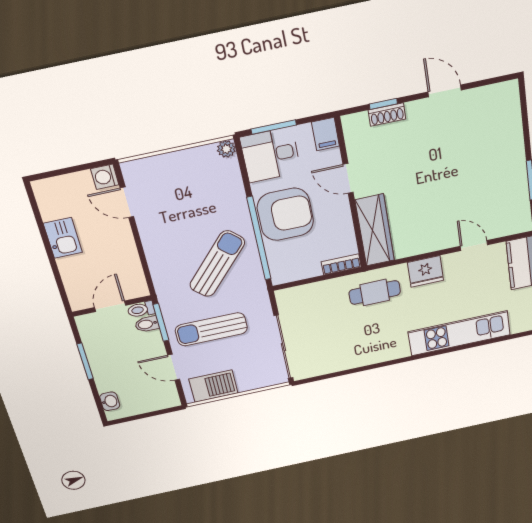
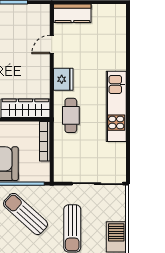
bookcase: (341, 264) -> (45, 141), width x1.56
kitchen unit: (459, 333) -> (116, 106), moved

